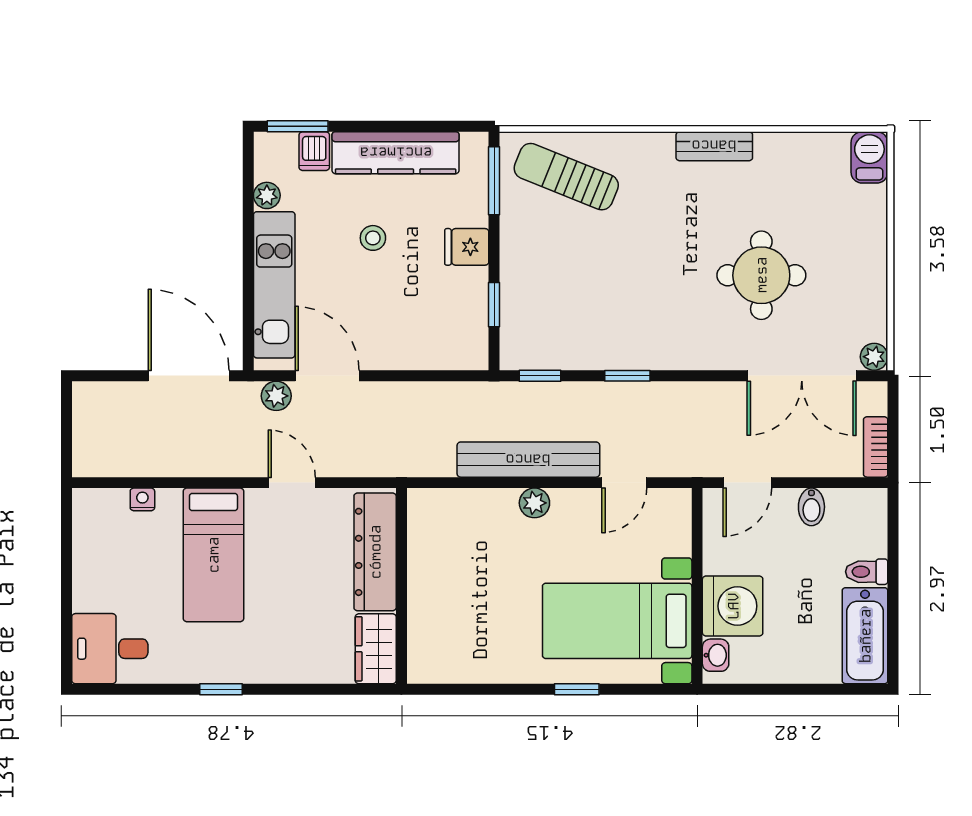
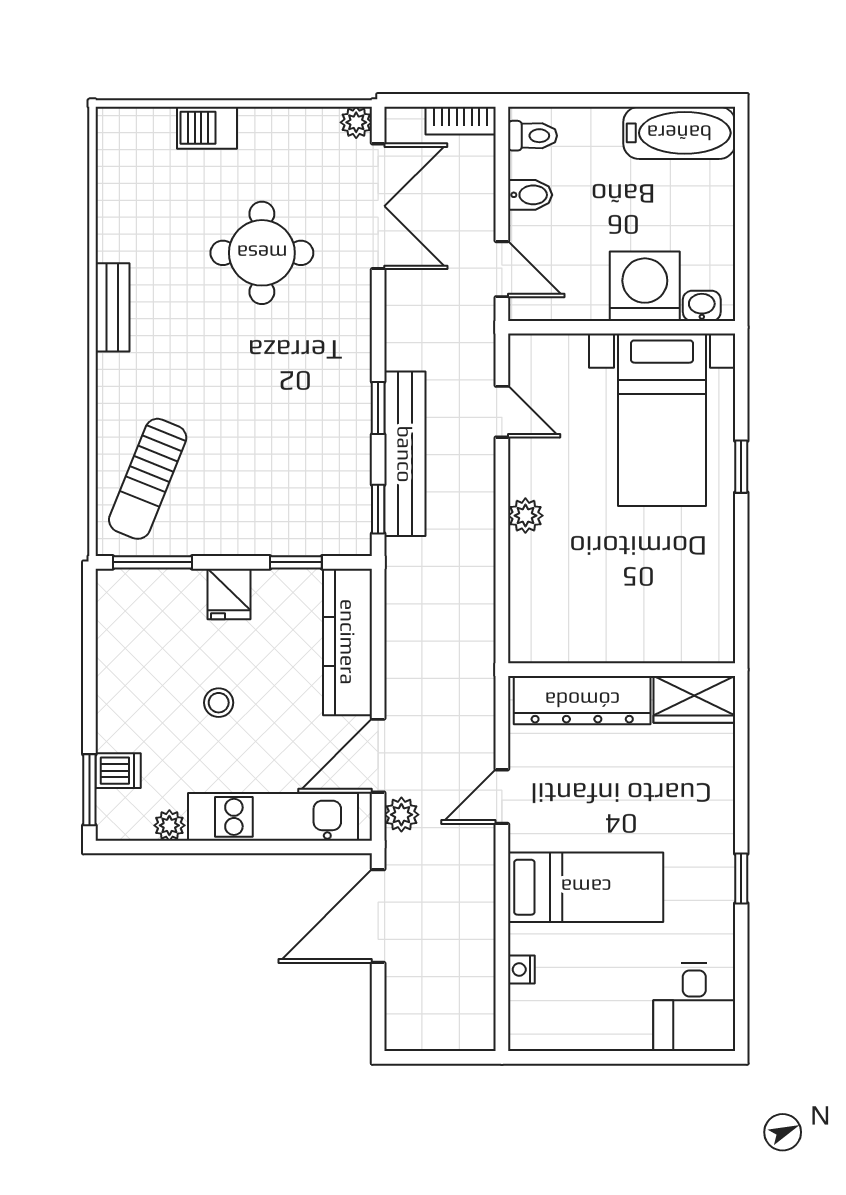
kitchen counter: (396, 153) -> (348, 642), moved, turned 180
barbecue: (869, 157) -> (207, 128), moved
bench: (528, 460) -> (405, 454), moved
toilet: (867, 572) -> (532, 136), moved, turned -90

